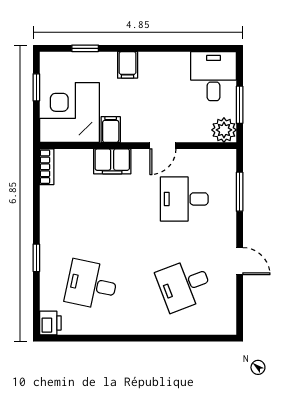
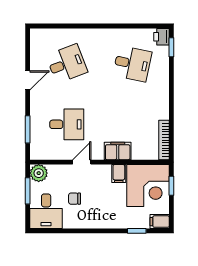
filing cabinet: (128, 65) -> (160, 222), moved, turned -90
window: (36, 87) -> (171, 186), moved
chair: (173, 94) -> (74, 199), added
bookcase: (47, 167) -> (164, 140), width x1.56
window: (36, 258) -> (171, 47), moved
door: (240, 261) -> (28, 80), swing flipped

